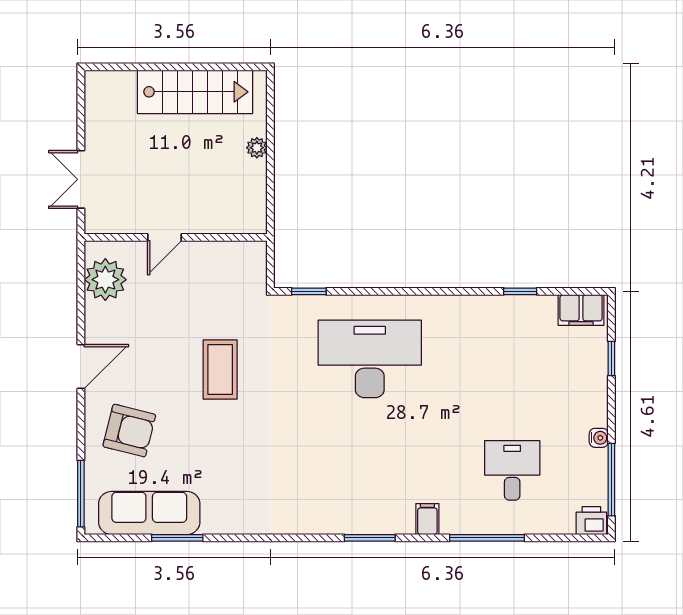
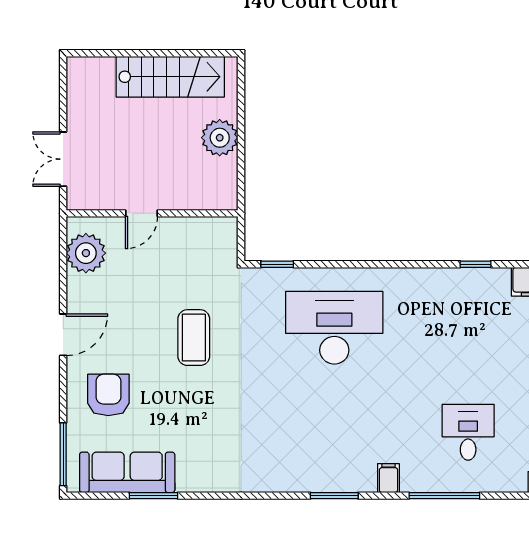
plant: (257, 148) -> (220, 138), width x1.88, depth x1.88
armchair: (129, 431) -> (108, 395), turned -104

